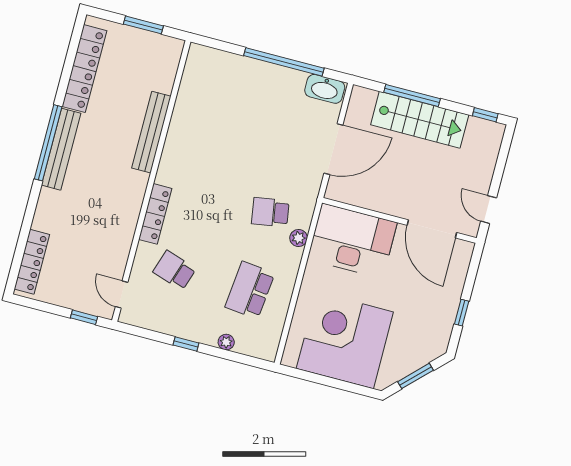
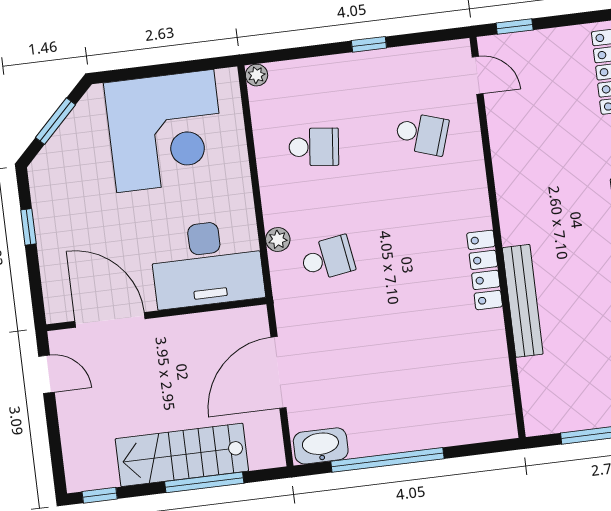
locker: (155, 214) -> (485, 270), moved
school desk: (250, 290) -> (314, 147), width x0.54
plant: (226, 342) -> (257, 75), moved

